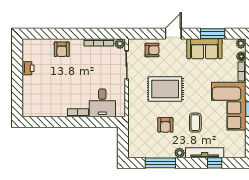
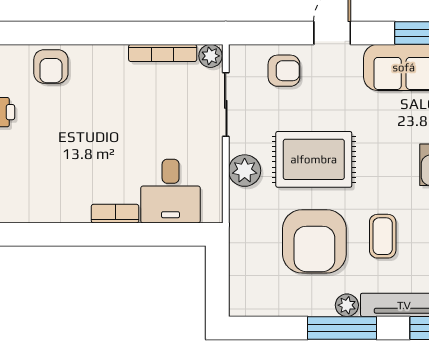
armchair: (62, 49) -> (51, 66), moved
plant: (135, 94) -> (245, 171), added
armchair: (165, 125) -> (314, 241), width x1.88, depth x1.88
window: (160, 163) -> (342, 328), moved

